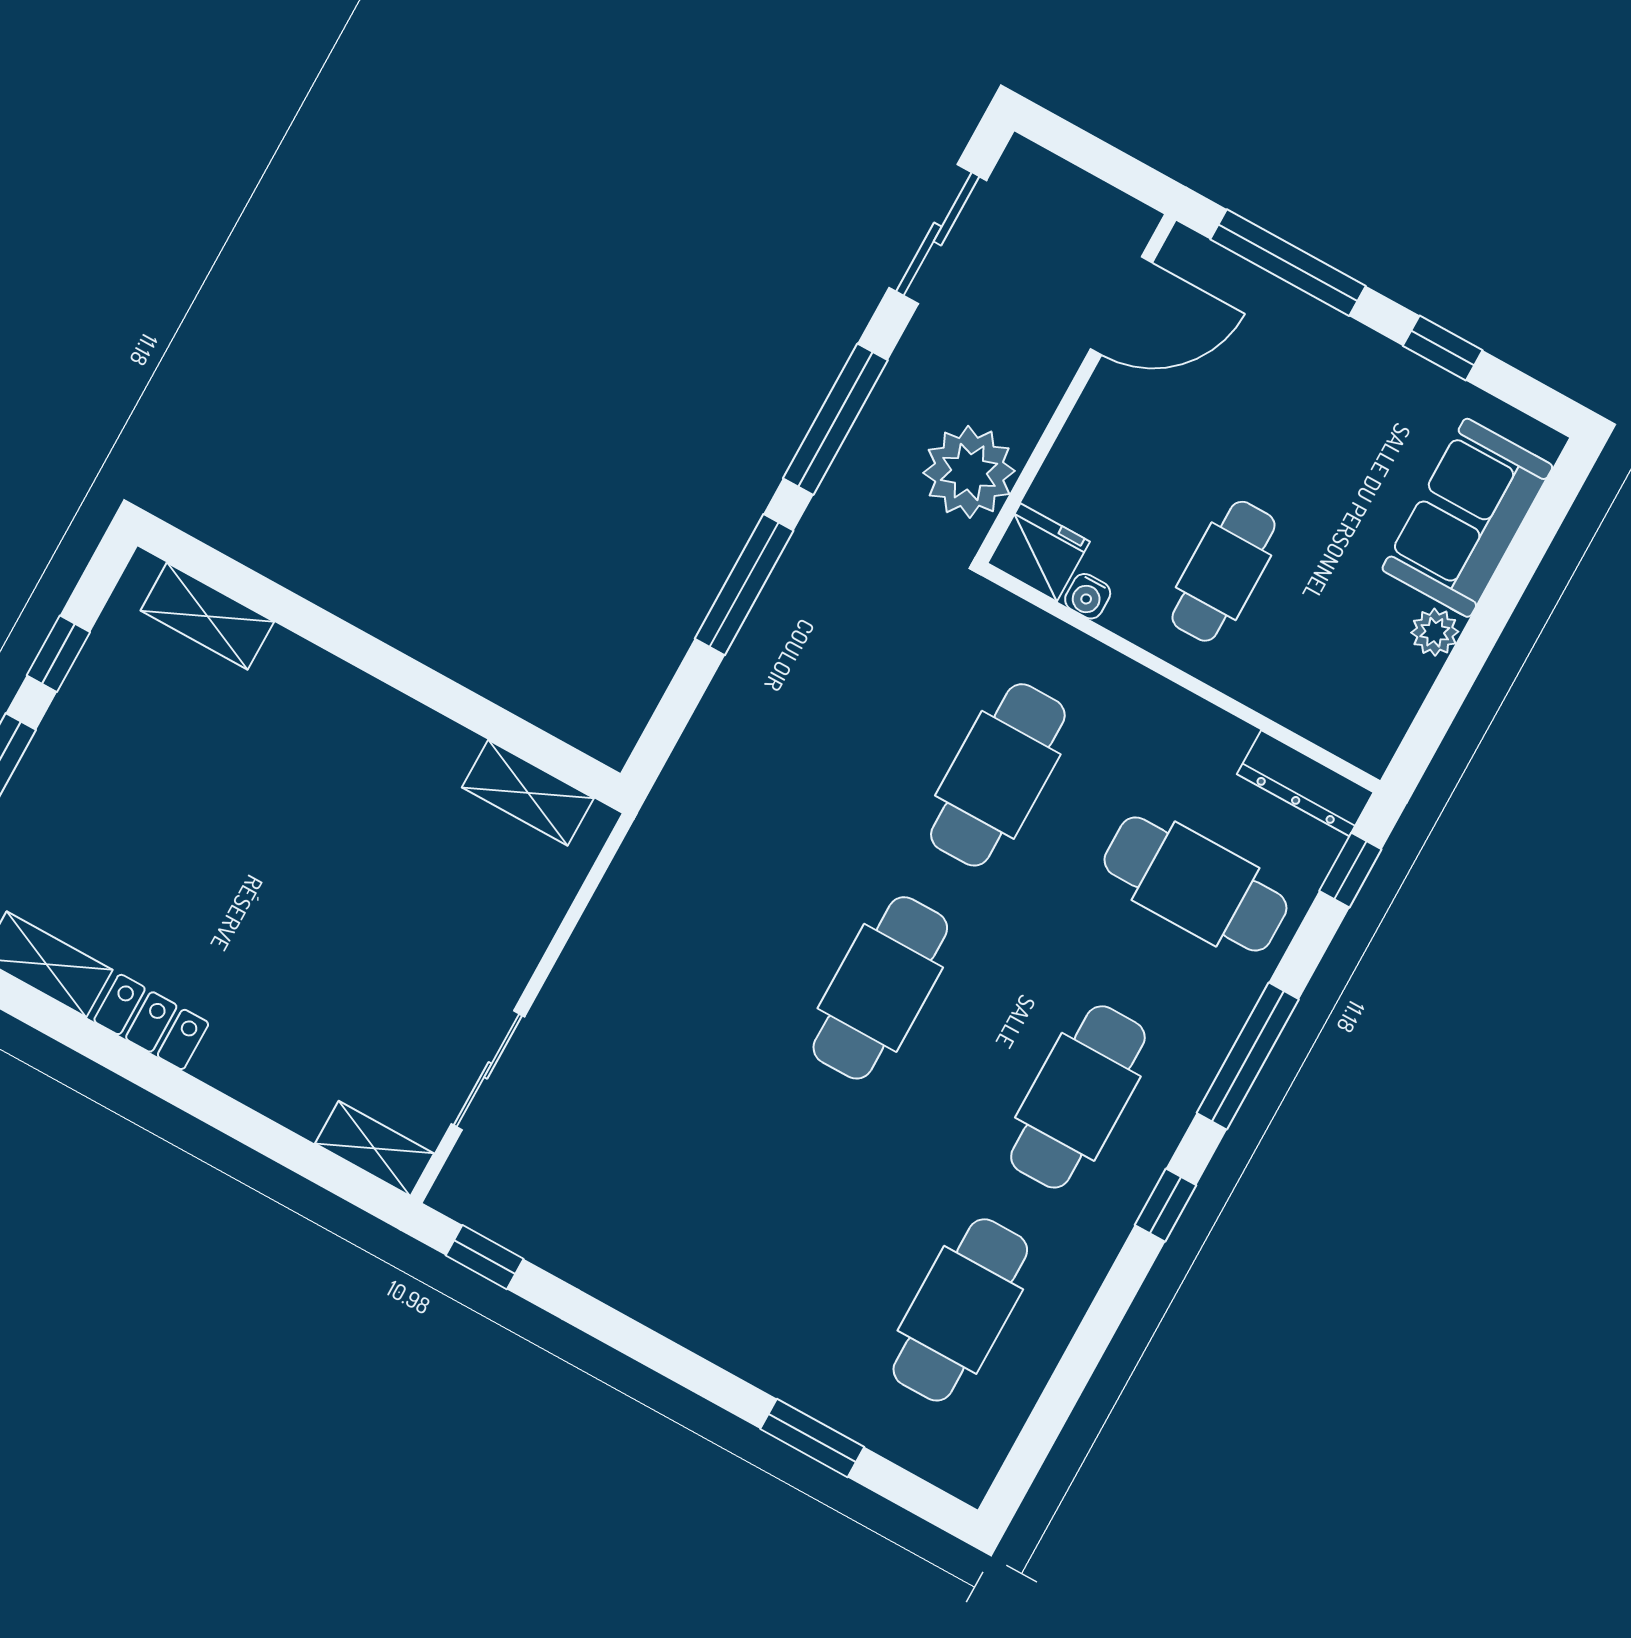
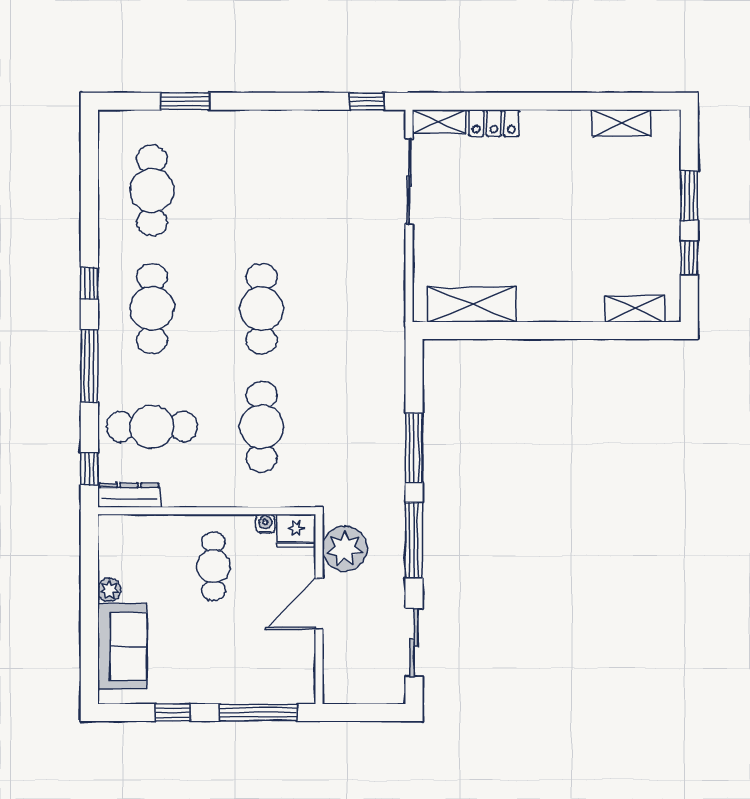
door: (1121, 306) -> (319, 604), moved
shelving: (528, 793) -> (472, 304), width x1.50, depth x1.33
locker: (151, 1022) -> (494, 123), moved
sliding door: (488, 1070) -> (409, 181), width x1.37

